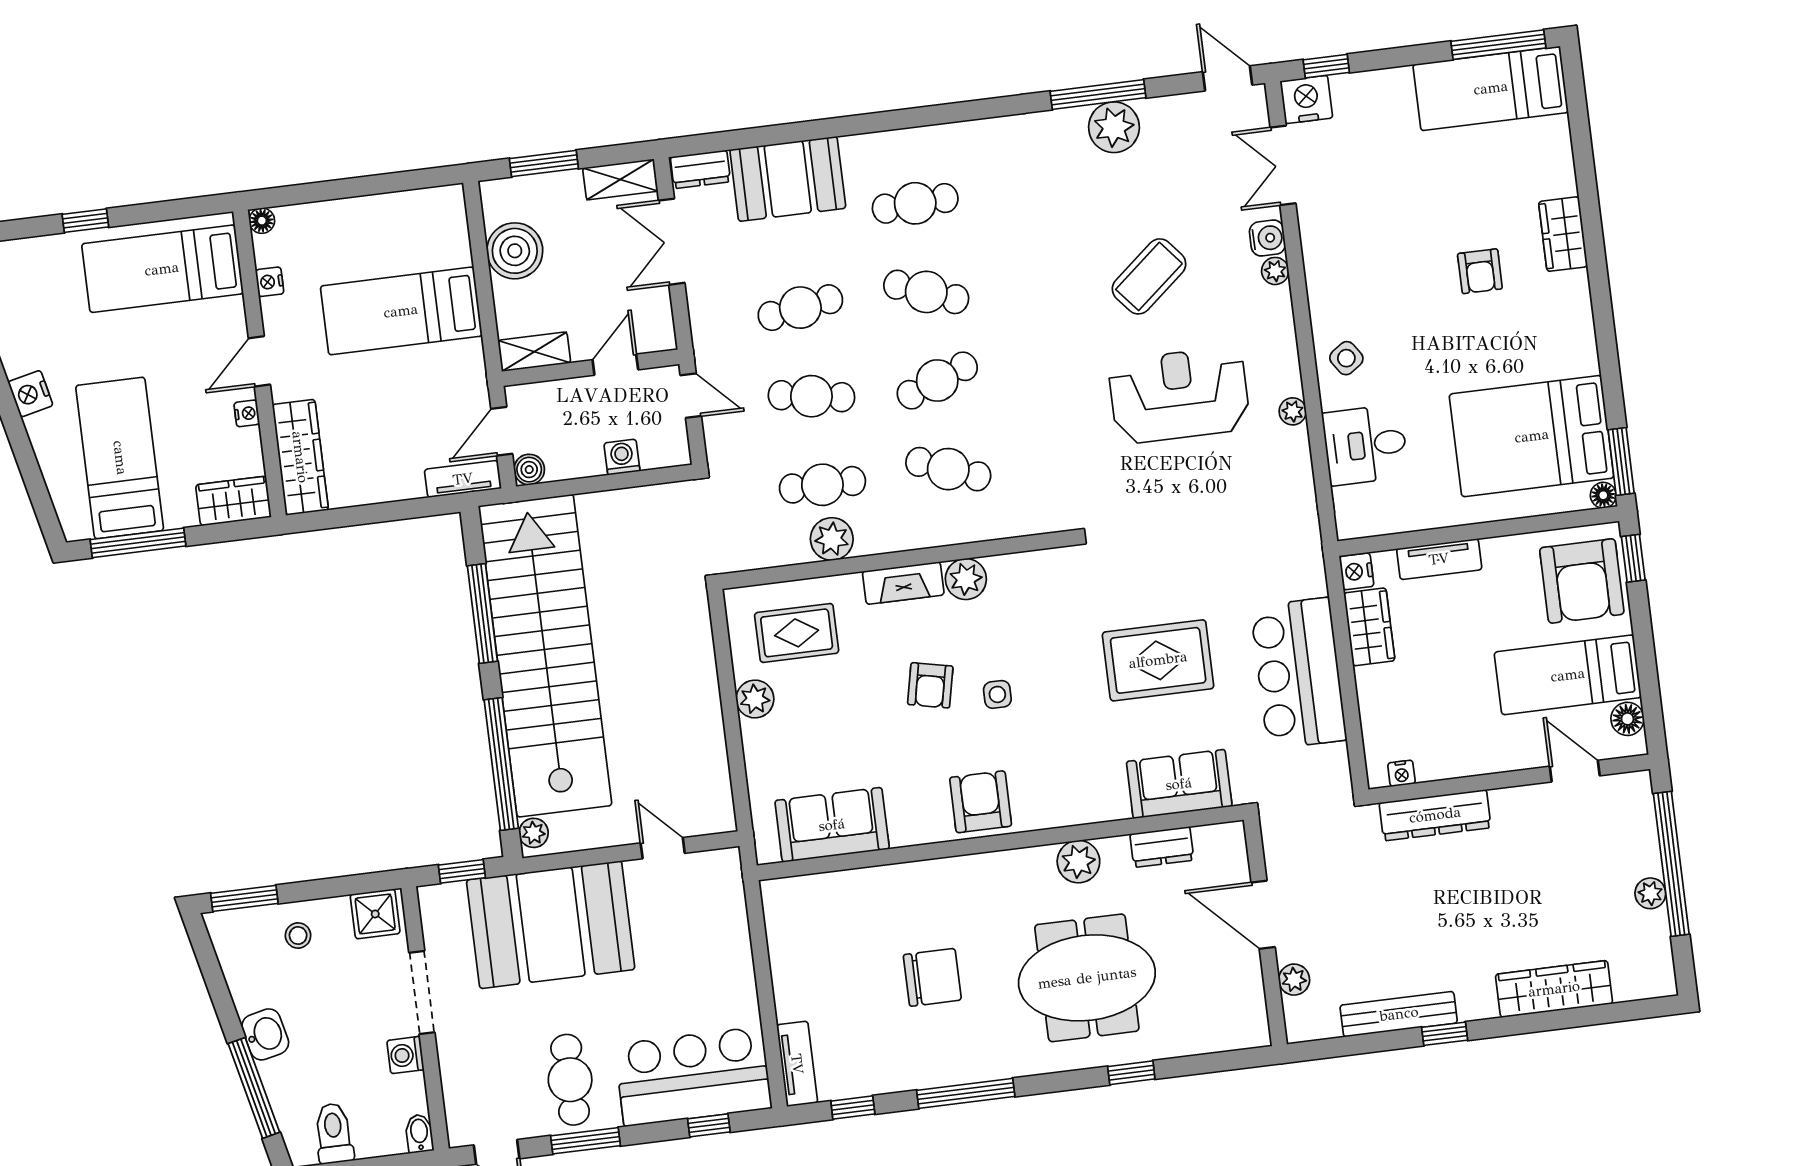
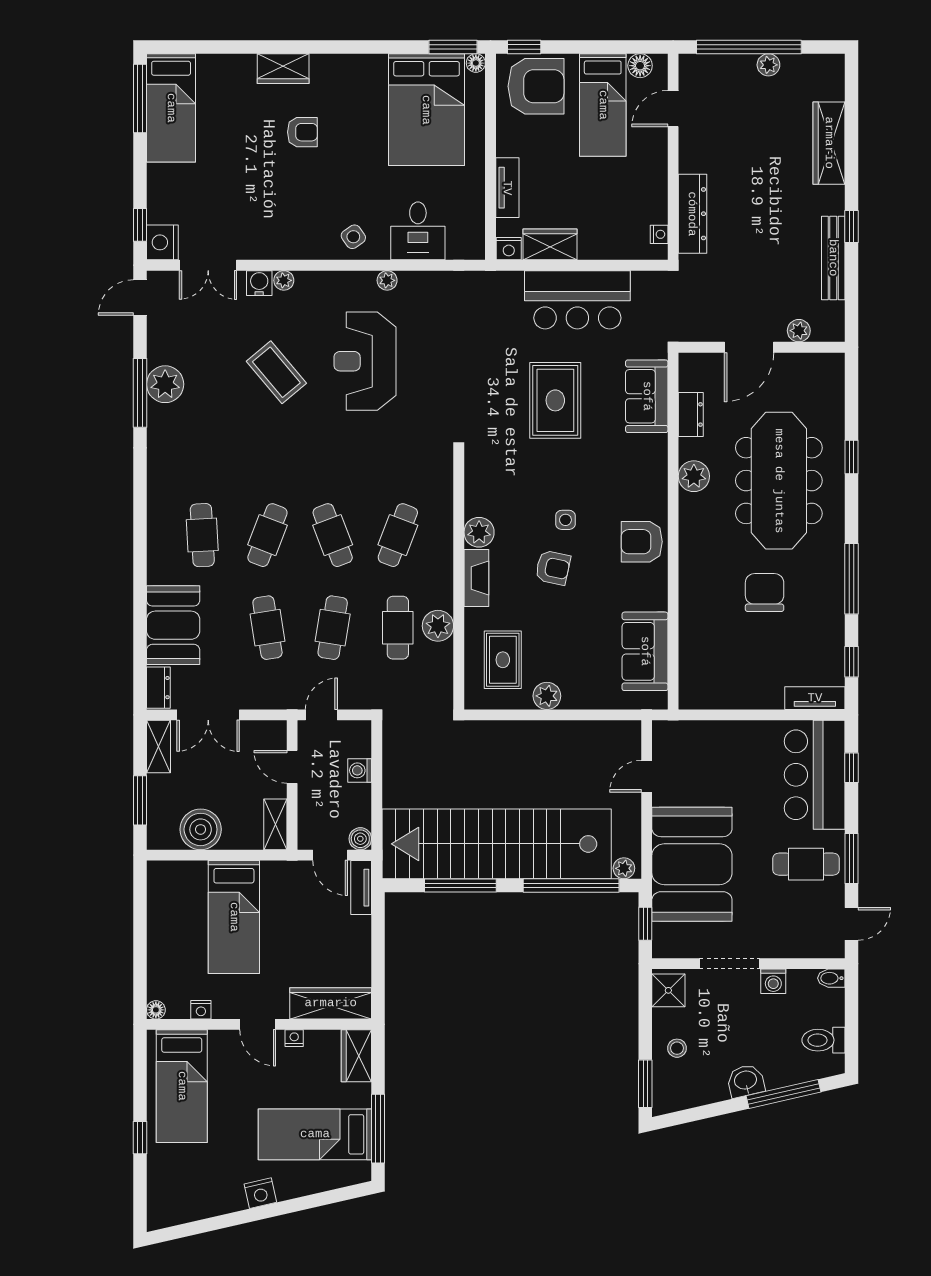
meeting table: (1087, 978) -> (779, 481), width x1.36

